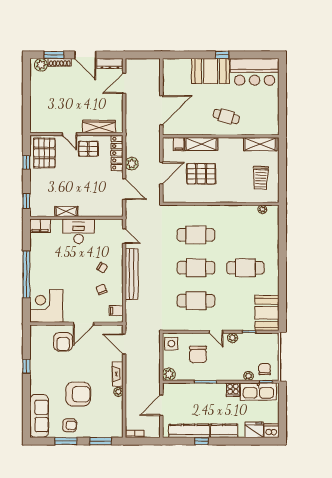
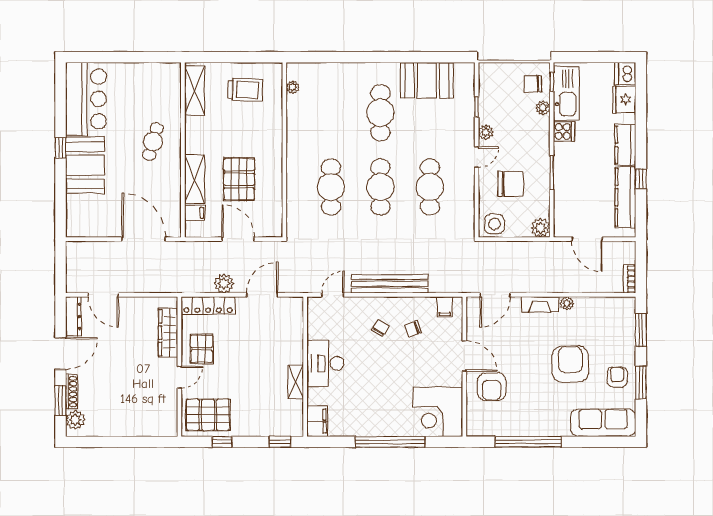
booth: (267, 313) -> (427, 80), moved
armchair: (63, 342) -> (492, 387), turned 90
window: (26, 366) -> (528, 442), width x3.17

